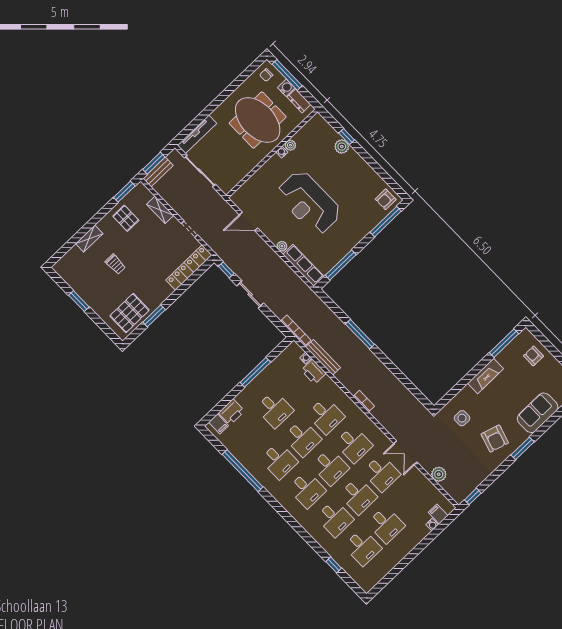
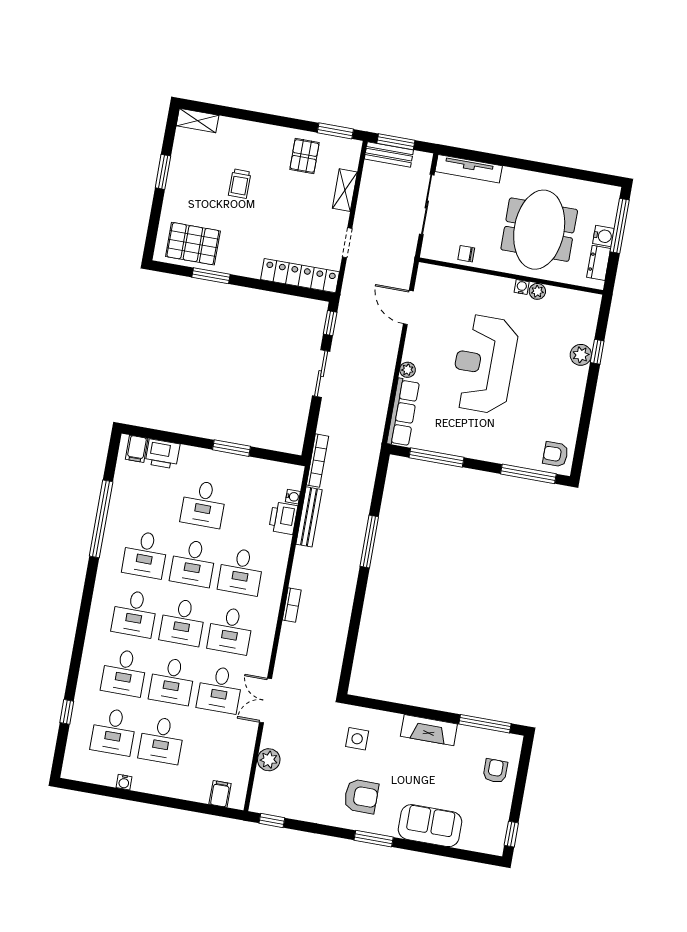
chair: (266, 75) -> (466, 254), moved
shelving: (89, 239) -> (197, 121), moved
window: (255, 372) -> (231, 448), width x0.69
armchair: (495, 439) -> (361, 796), turned -107
water cooler: (432, 525) -> (124, 782), moved

